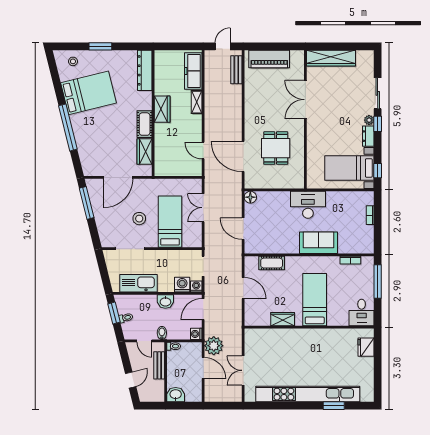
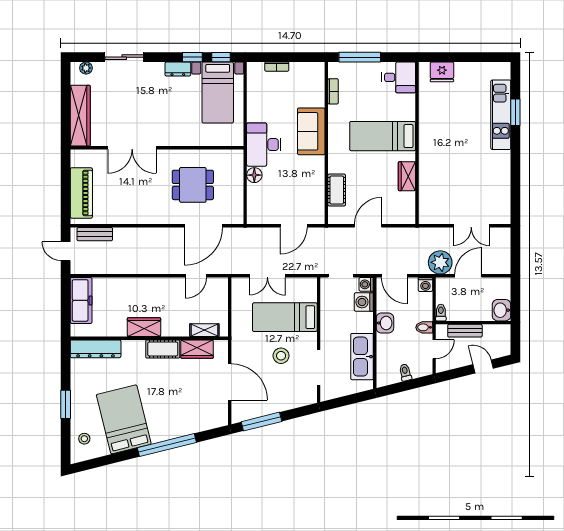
freezer: (193, 71) -> (81, 300), moved, turned -90
shelving: (197, 102) -> (204, 330), moved
plant: (369, 120) -> (86, 68), moved
window: (378, 124) -> (192, 57), moved
floor lamp: (250, 197) -> (254, 175), moved
window: (114, 313) -> (399, 387), removed
kitchen unit: (308, 394) -> (501, 115), width x0.54

